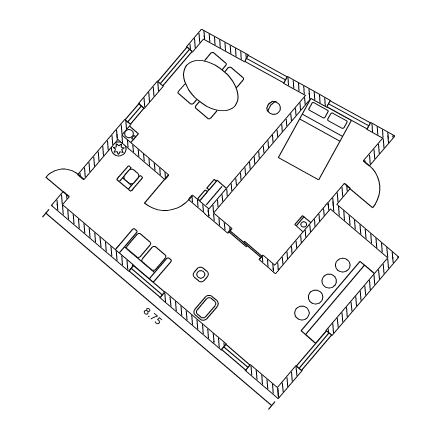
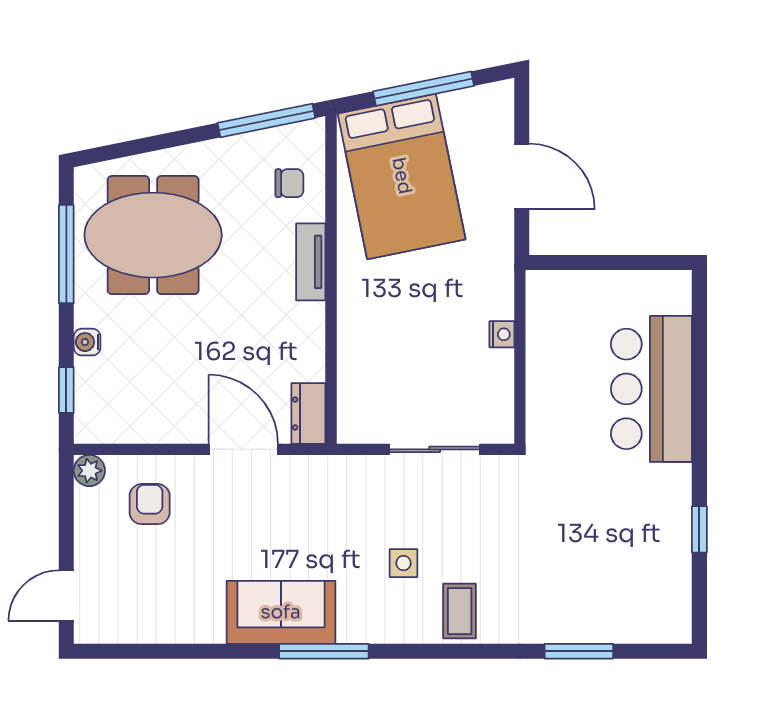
window: (266, 69) -> (266, 121), moved
water cooler: (130, 134) -> (87, 342), moved
tv unit: (258, 142) -> (311, 262), added
door: (179, 187) -> (243, 449), swing flipped
bar counter: (331, 297) -> (651, 389), width x0.73
window: (314, 351) -> (699, 529), width x0.46

